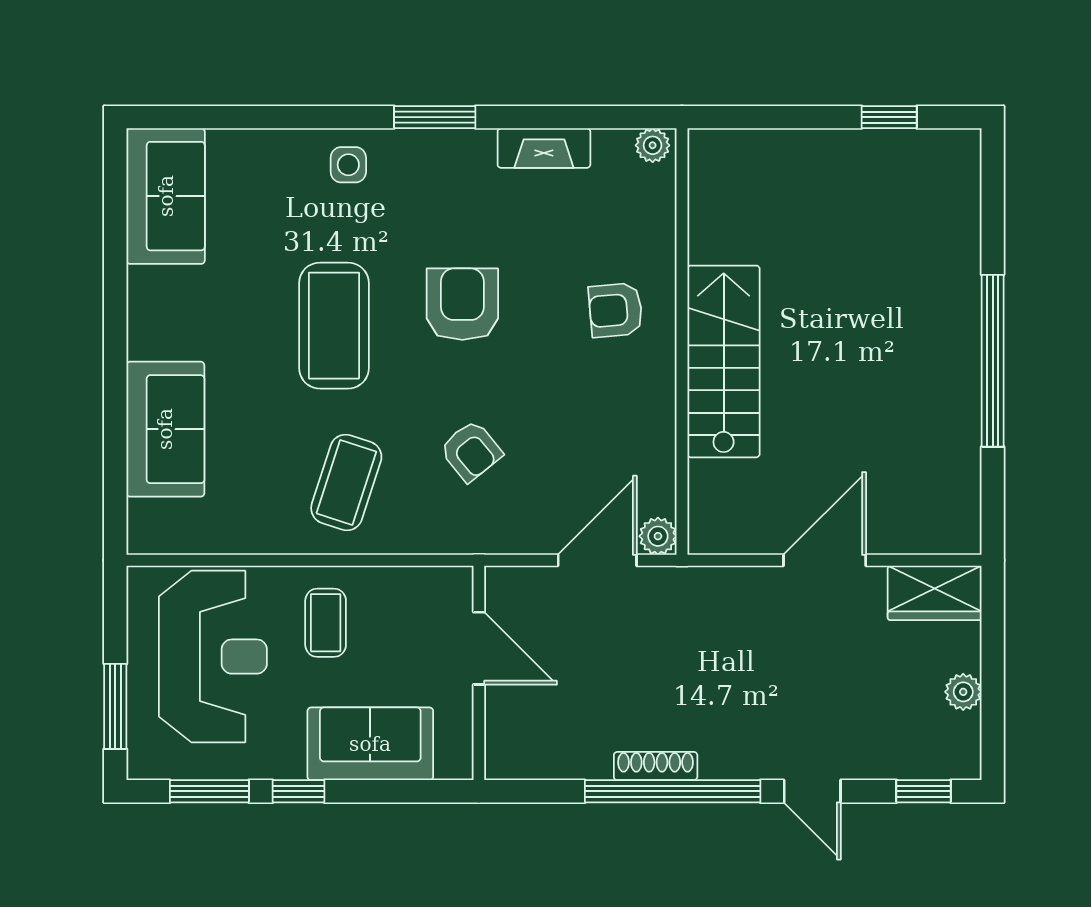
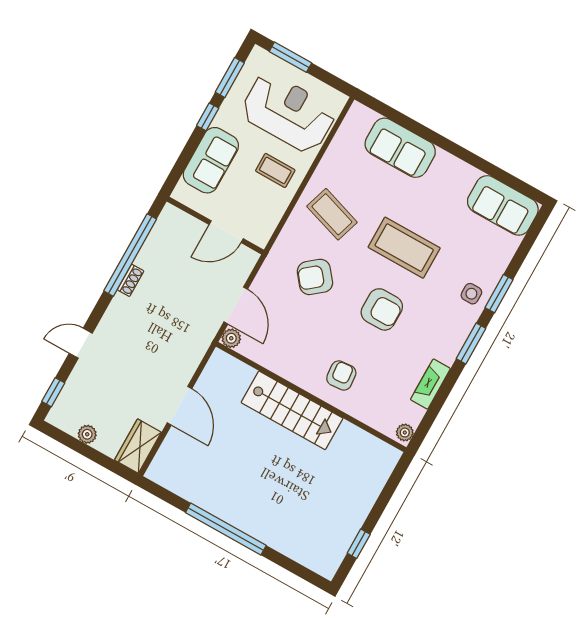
window: (321, 117) -> (499, 294), added
armchair: (471, 451) -> (315, 277), width x1.38, depth x1.38
reception desk: (213, 657) -> (288, 112), turned 180
shoe rack: (656, 766) -> (131, 280), width x0.70
window: (673, 791) -> (130, 255), moved

